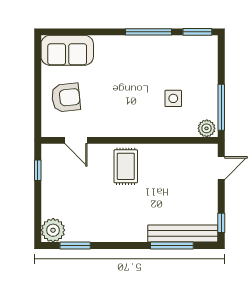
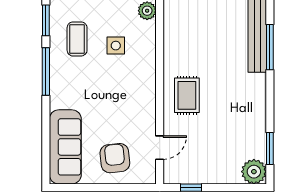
sofa: (67, 50) -> (65, 147), width x1.36
coffee table: (180, 62) -> (77, 39), added
rug: (126, 166) -> (187, 95), turned 90

